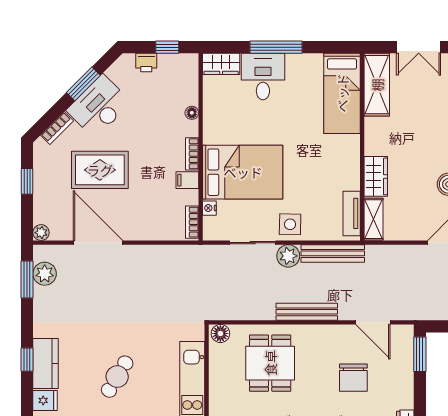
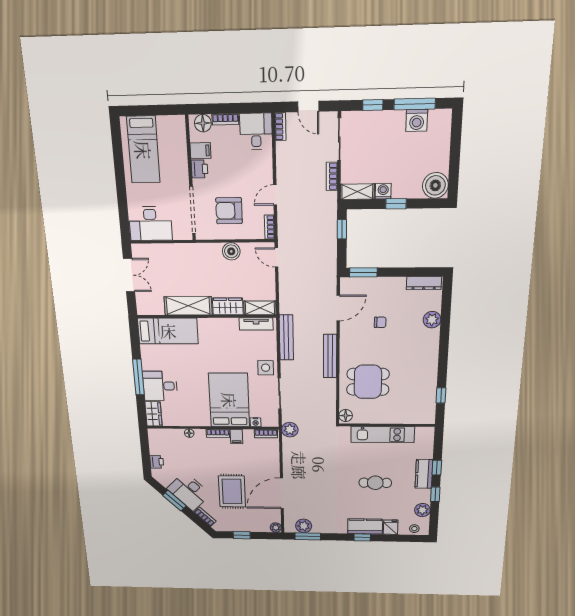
window: (167, 47) -> (145, 448), removed
shelving: (377, 85) -> (188, 306), moved
plant: (288, 256) -> (290, 430), moved
cafe table: (117, 377) -> (375, 483), turned -31
chair: (353, 378) -> (380, 322), width x0.54, depth x0.54

